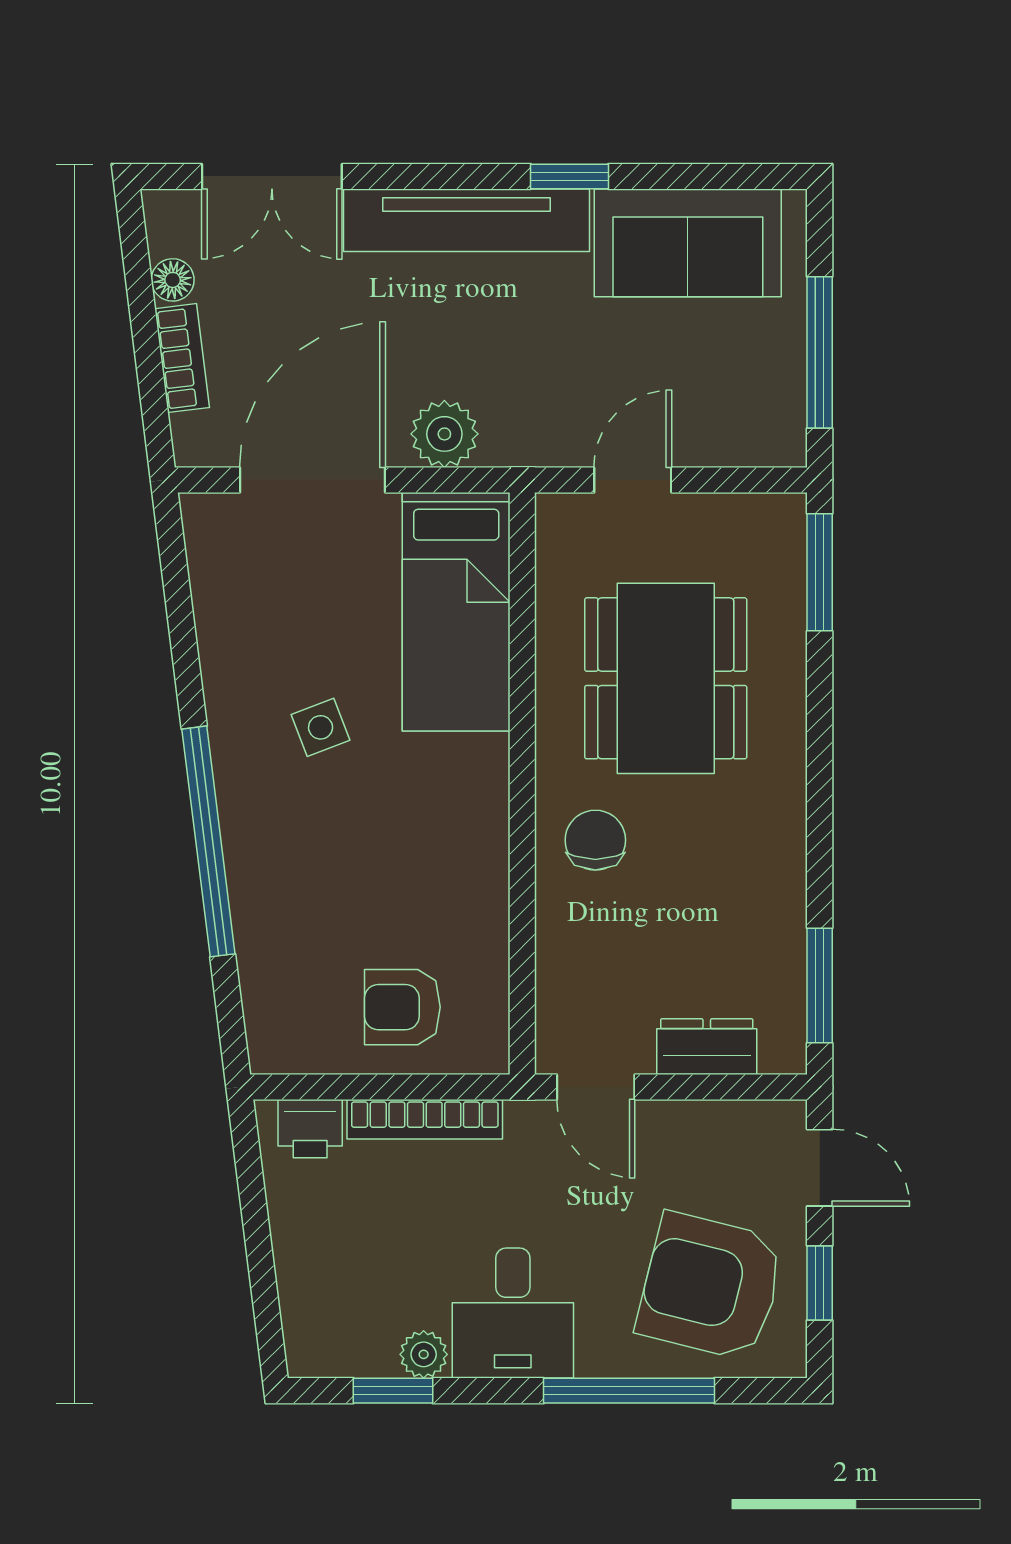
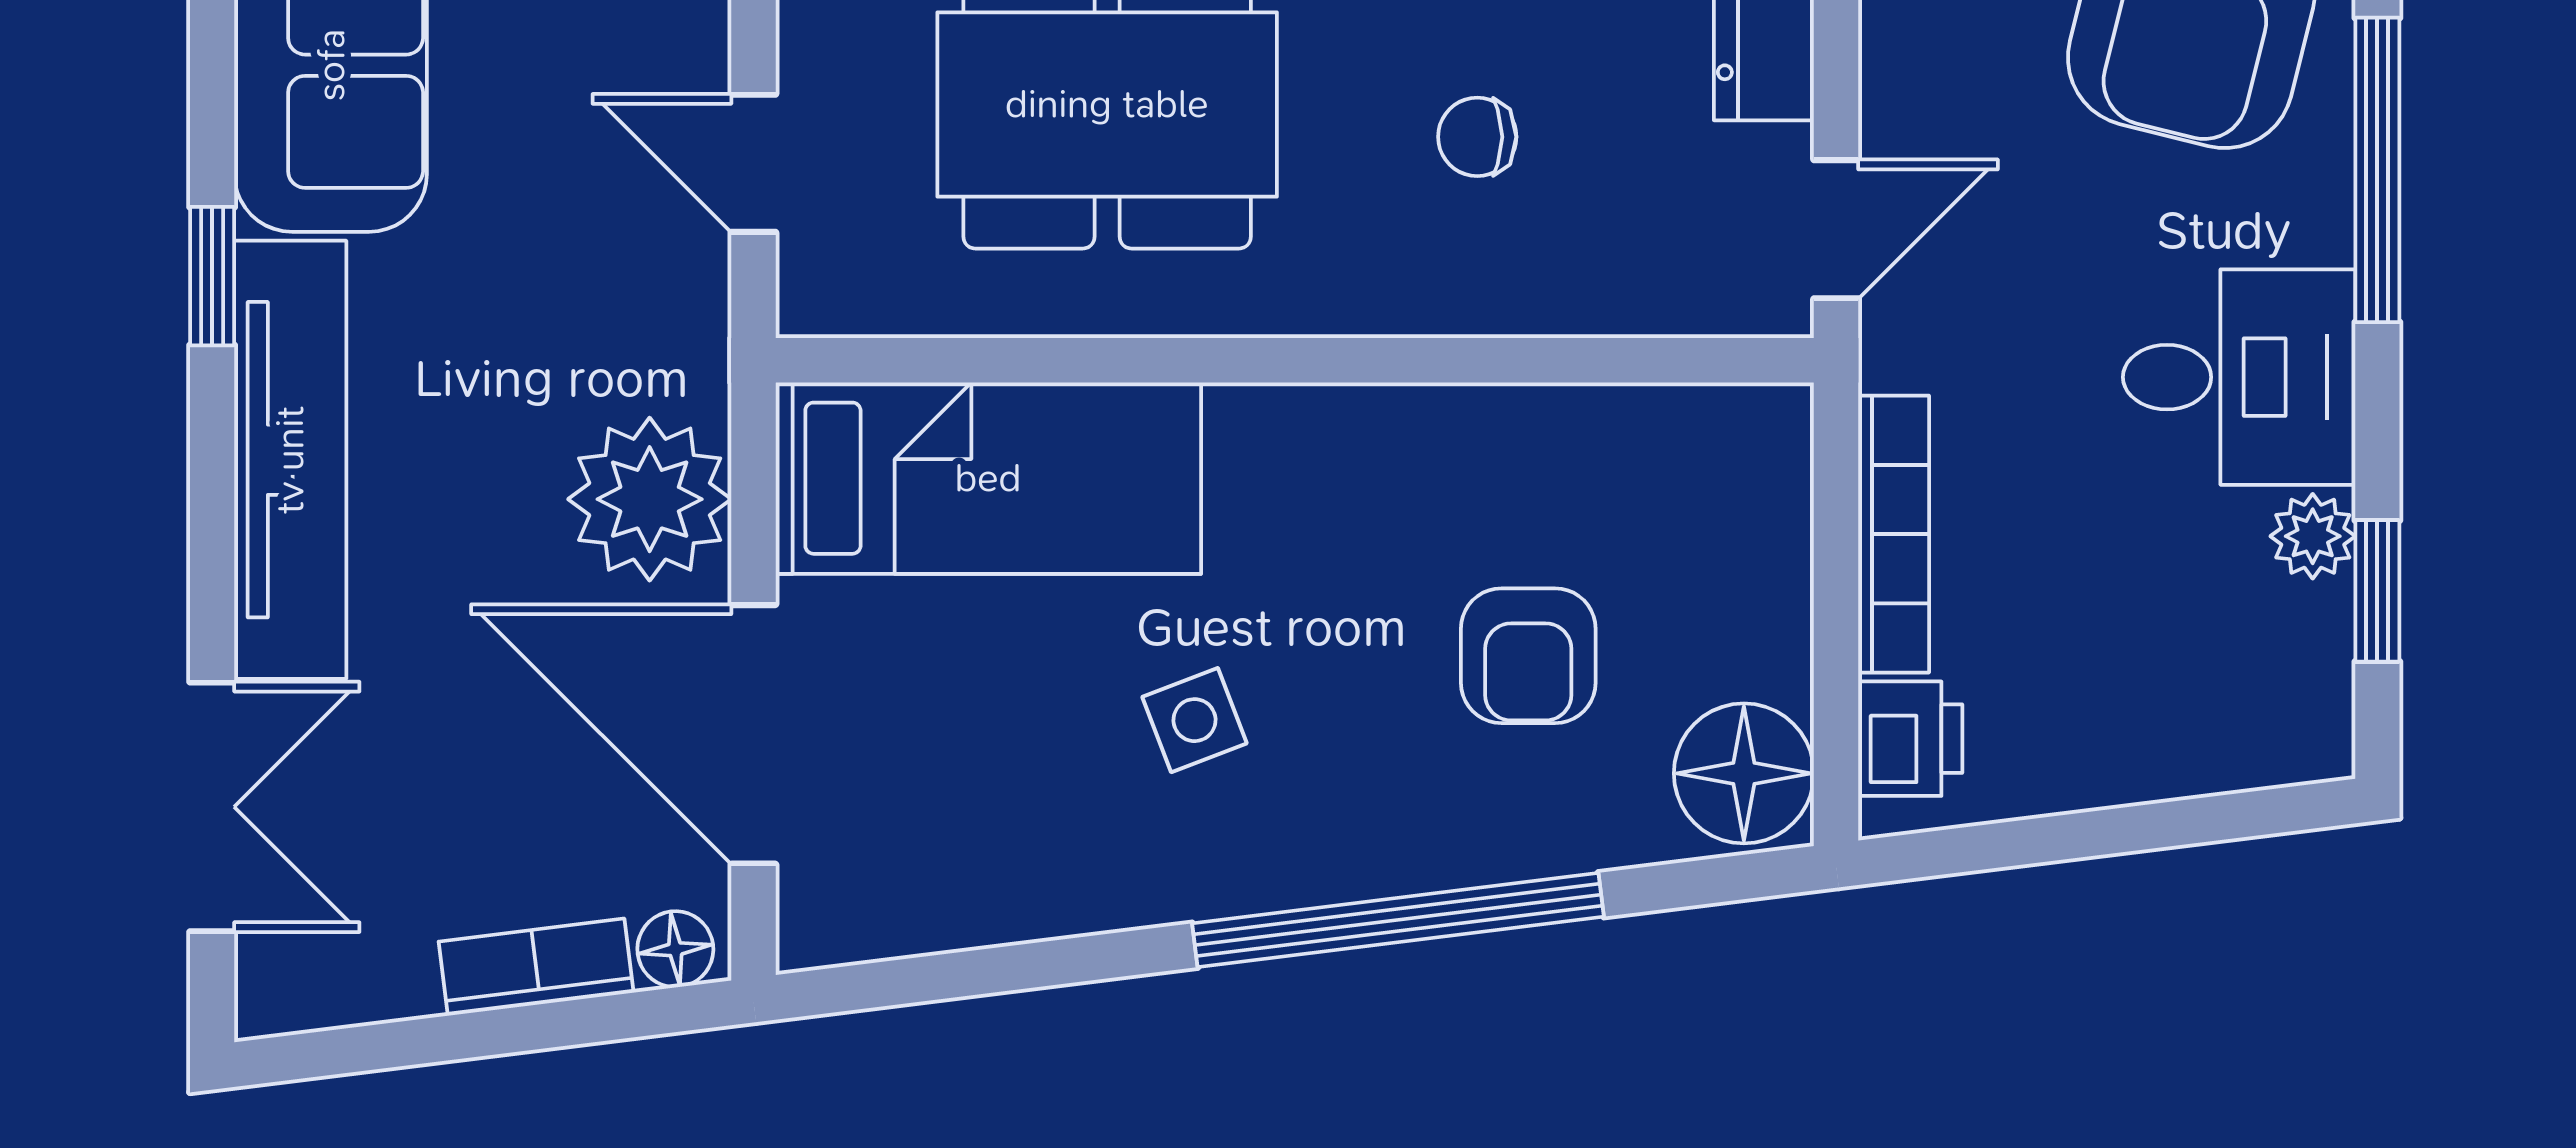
floor lamp: (173, 280) -> (675, 949), moved
plant: (444, 434) -> (650, 499), width x1.36, depth x1.36
chair: (595, 840) -> (1477, 137), moved, width x0.73, depth x0.73
armchair: (402, 1007) -> (1528, 656), moved
floor lamp: (291, 1035) -> (1744, 773), added

